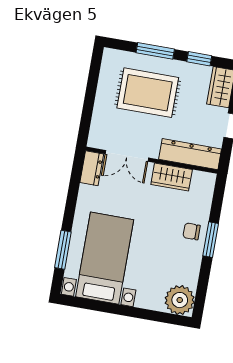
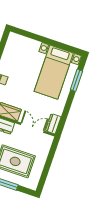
plant: (180, 300) -> (15, 42), removed

